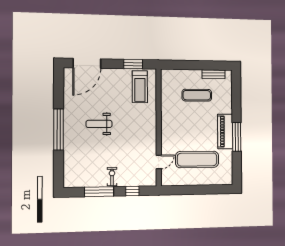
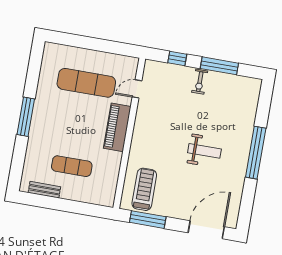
window: (133, 64) -> (148, 220), width x1.44
piano: (225, 132) -> (117, 127), moved, turned 180
window: (237, 137) -> (26, 117), moved

